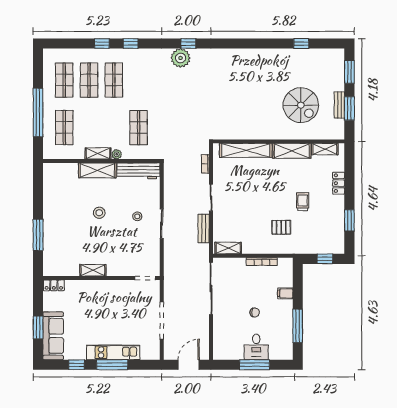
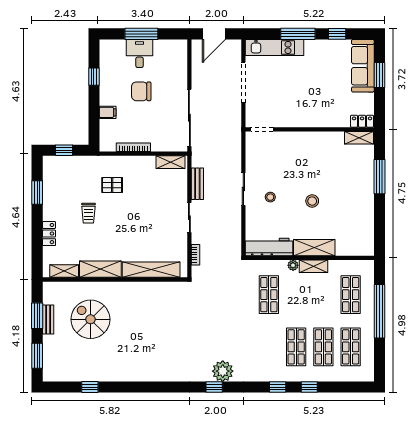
shelving: (93, 270) -> (359, 138), moved
chair: (255, 312) -> (141, 91), width x1.87, depth x1.87
window: (298, 326) -> (94, 77), width x0.46
kitchen unit: (113, 352) -> (275, 48), moved

